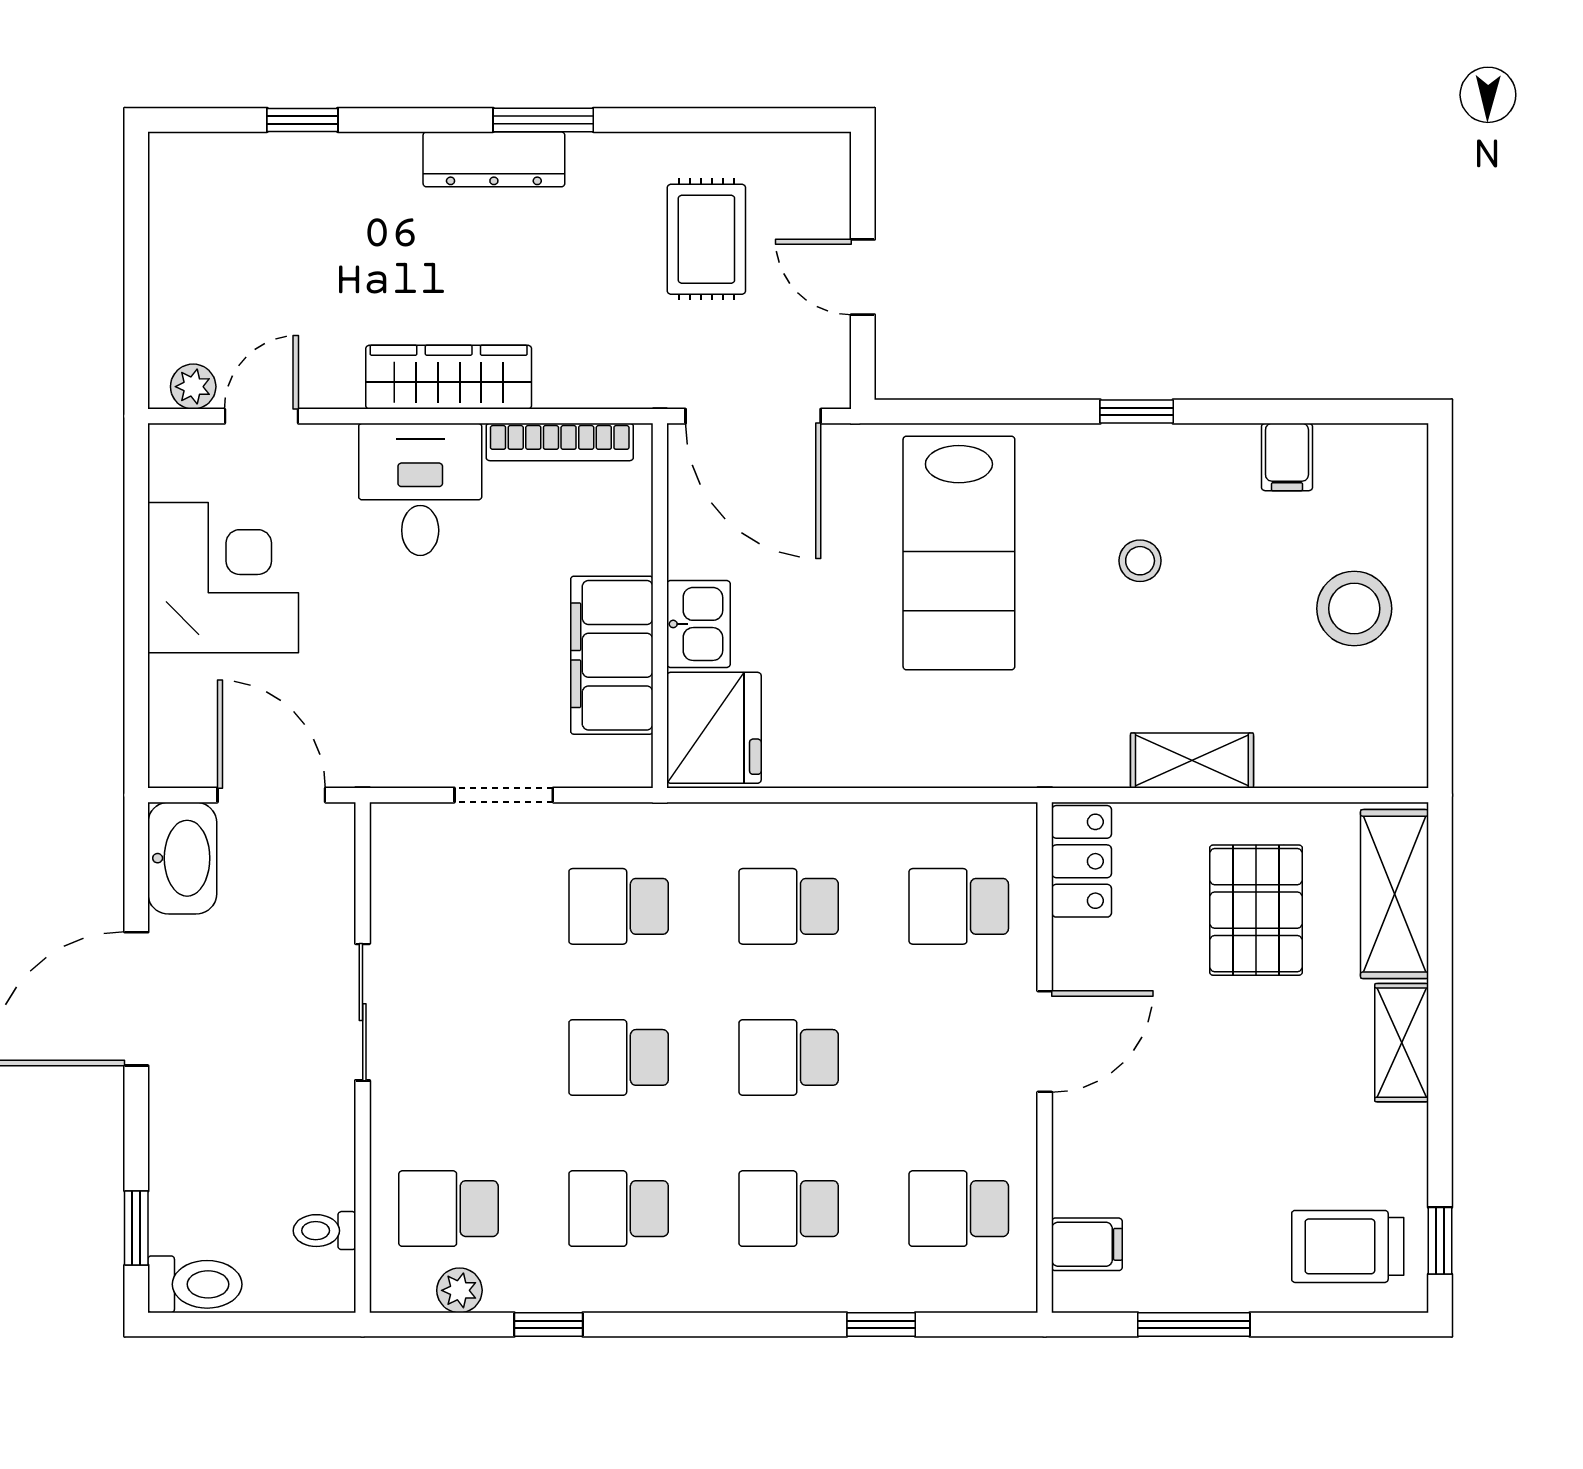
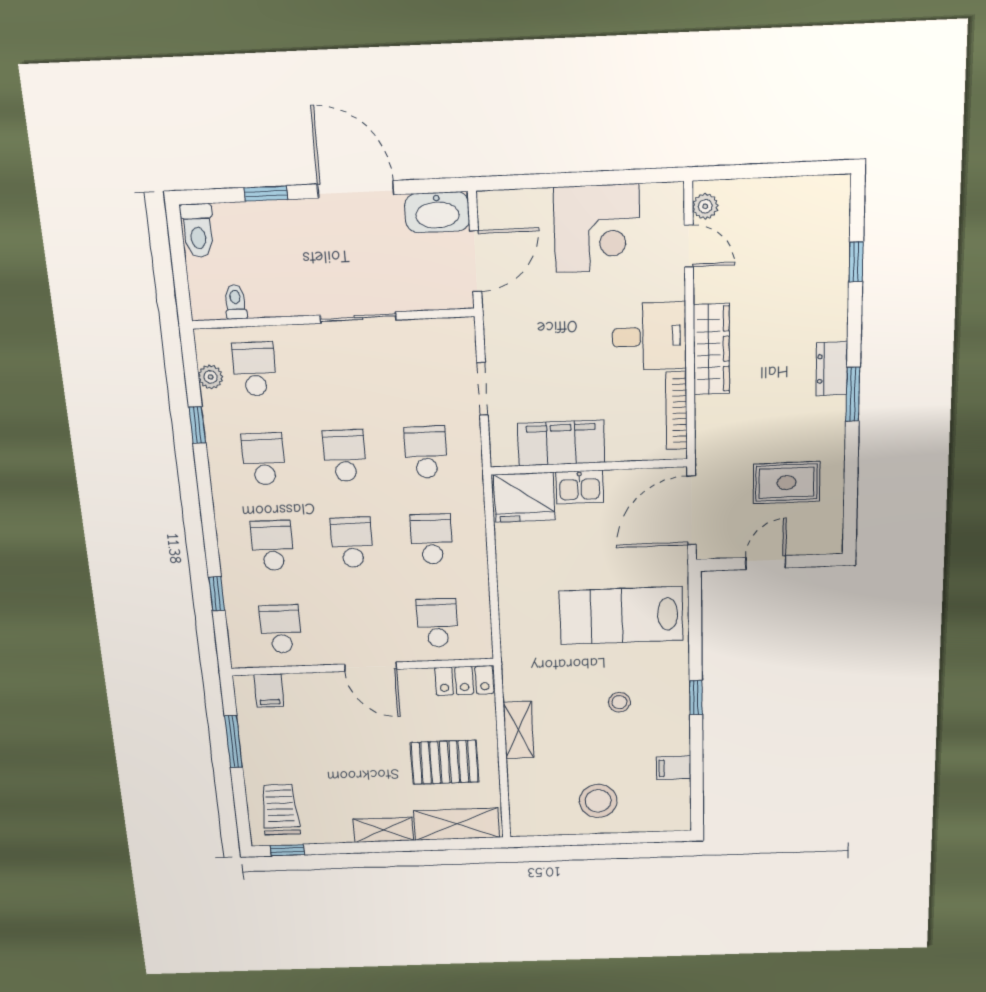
dresser: (494, 159) -> (832, 369), width x0.70
window: (136, 1228) -> (266, 194), moved

